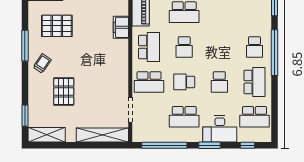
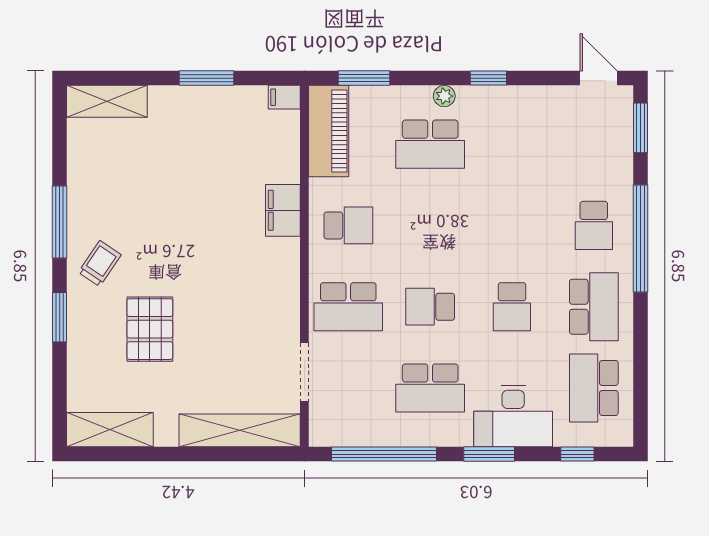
pallet: (57, 26) -> (134, 176), removed
filing cabinet: (121, 27) -> (283, 210), moved
school desk: (149, 47) -> (348, 225), width x0.54
school desk: (184, 47) -> (430, 225), removed
window: (25, 116) -> (60, 317), moved
school desk: (254, 117) -> (594, 388), turned 90

